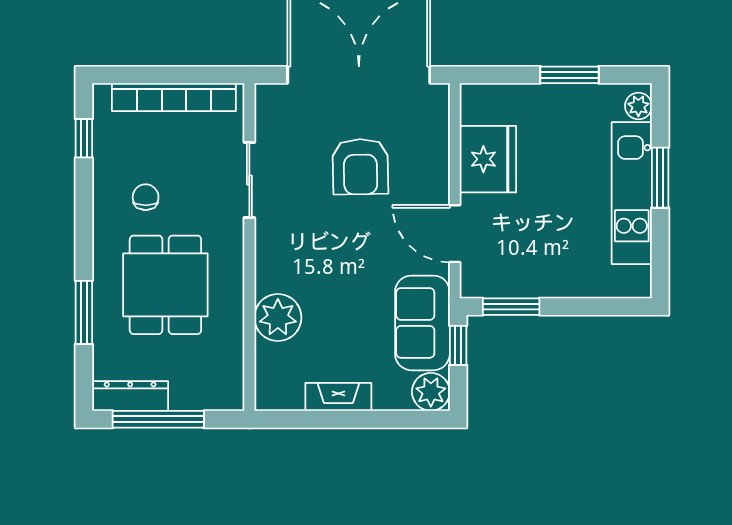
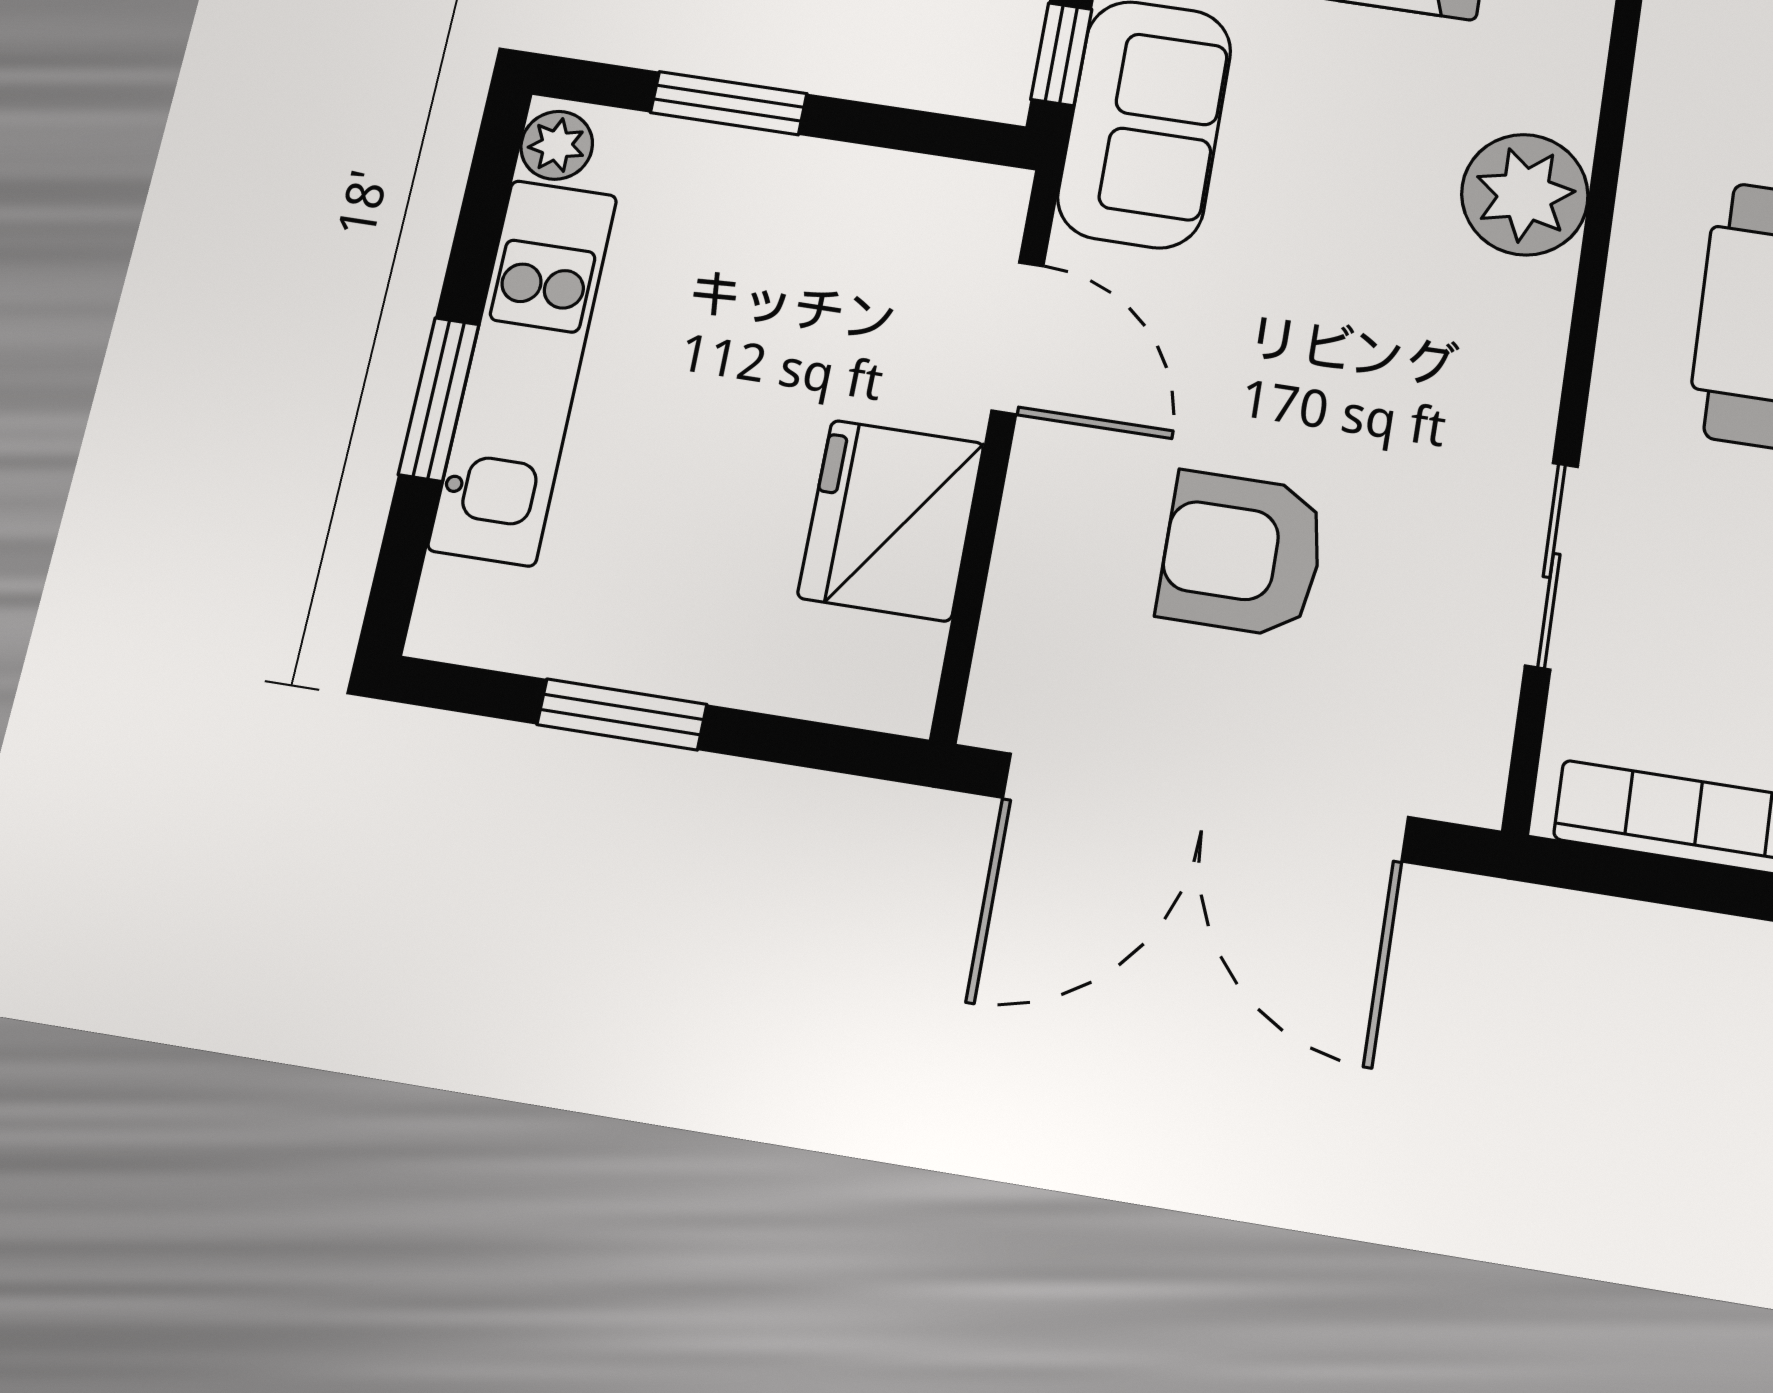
plant: (638, 106) -> (557, 145), moved
armchair: (360, 167) -> (1242, 554), turned -89
window: (511, 307) -> (729, 103), moved

